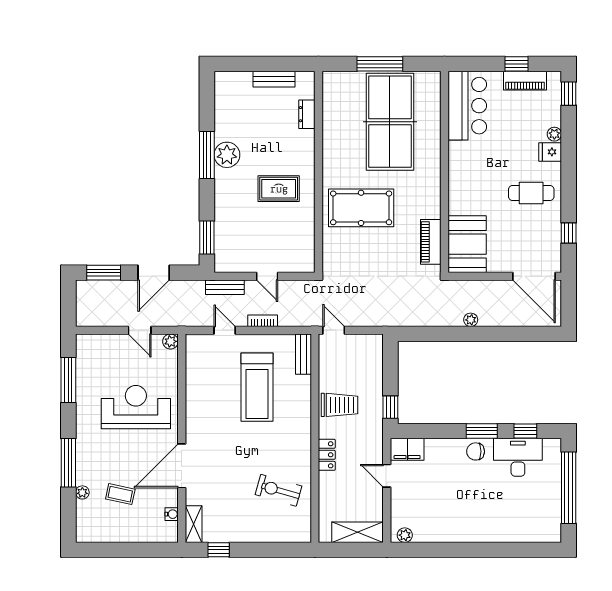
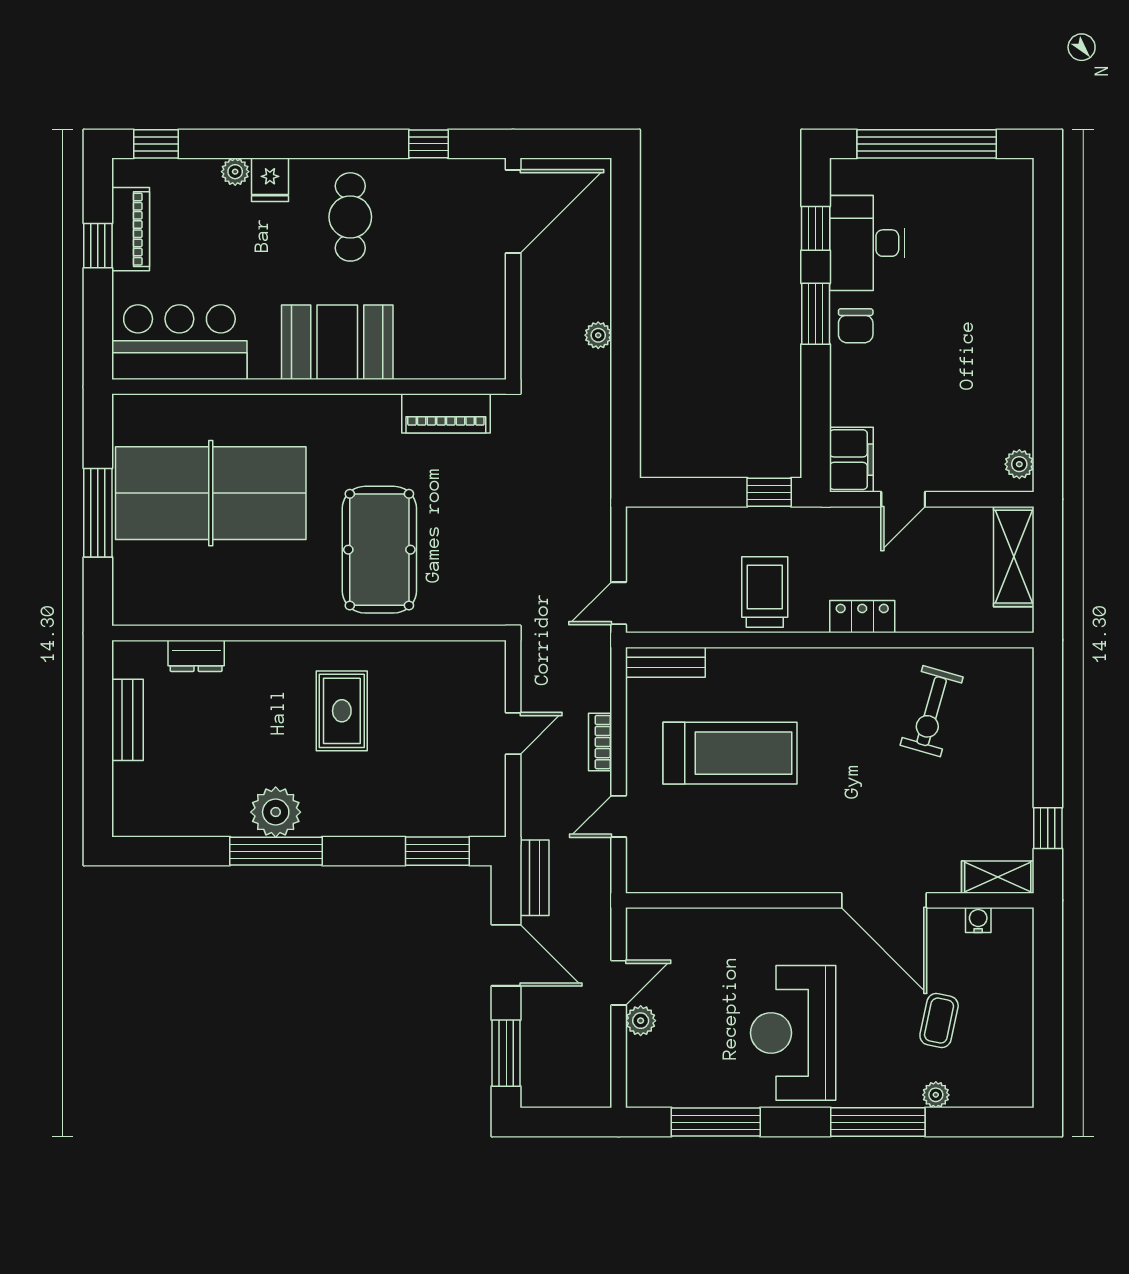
booth: (467, 244) -> (337, 342), moved
bench: (225, 287) -> (535, 878), moved
plant: (170, 341) -> (641, 1021), moved
reception desk: (136, 407) -> (793, 1033), moved

